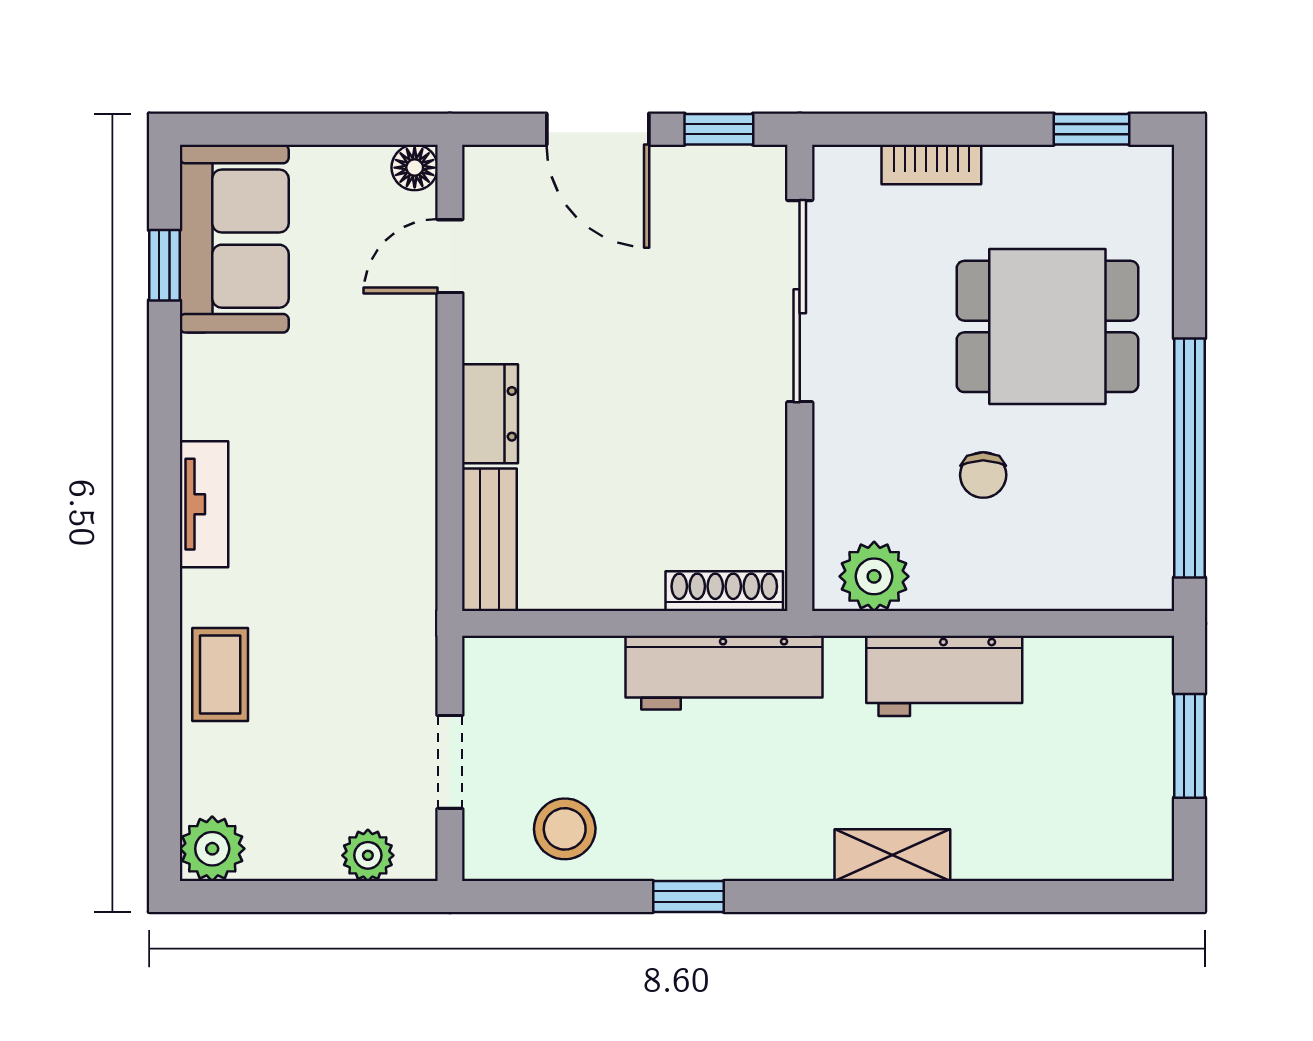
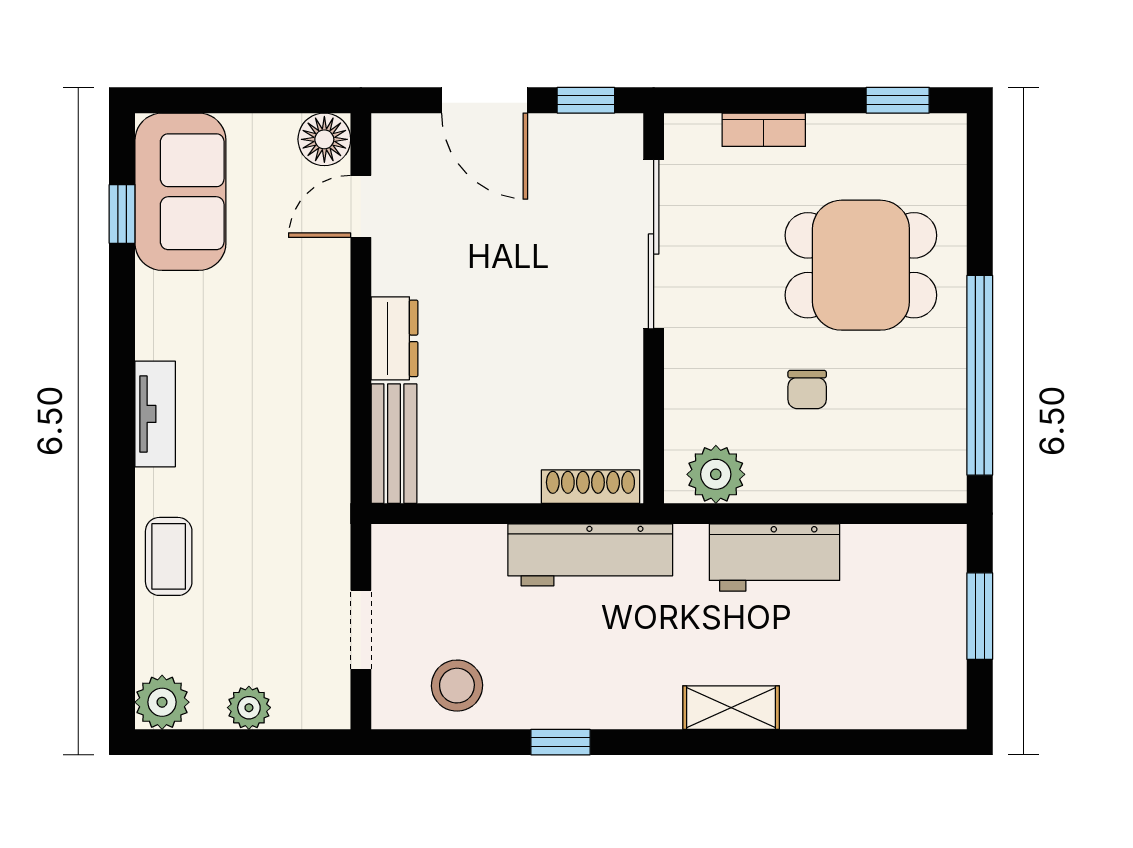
floor lamp: (415, 168) -> (324, 139), width x1.37, depth x1.37
plant: (368, 855) -> (249, 708), moved

